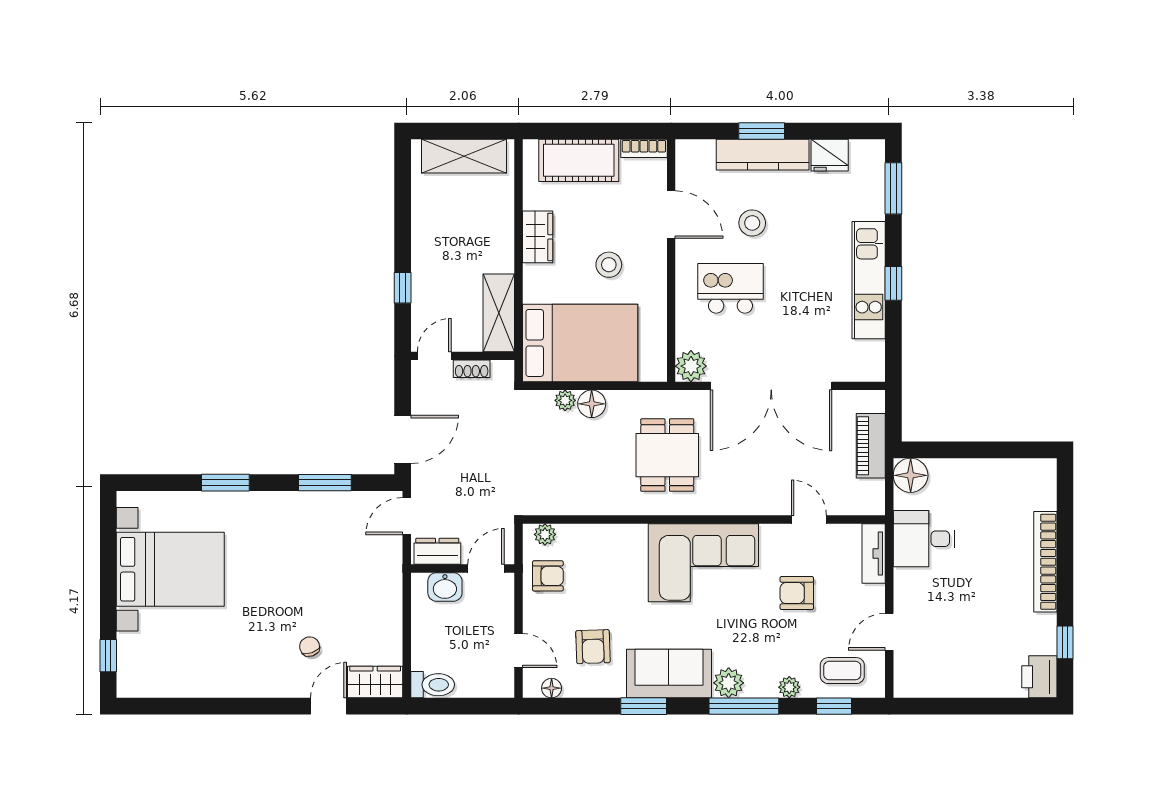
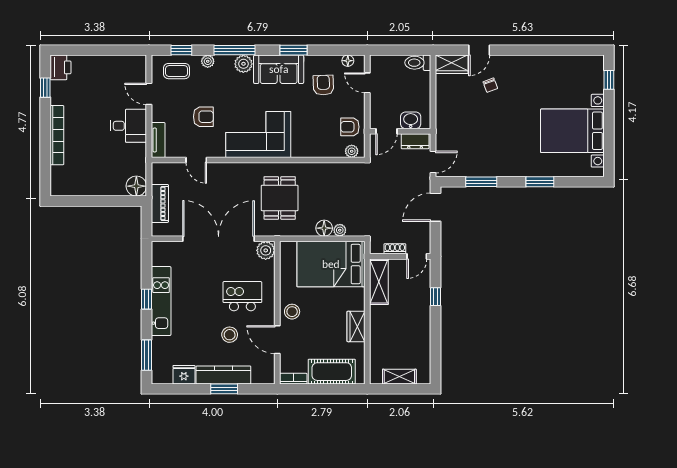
shelving: (464, 156) -> (399, 377), width x0.67, depth x0.75
stool: (609, 265) -> (292, 312), moved
kitchen island: (730, 288) -> (242, 296), turned 180
desk: (924, 539) -> (129, 126), moved
door: (889, 632) -> (149, 94), swing flipped

